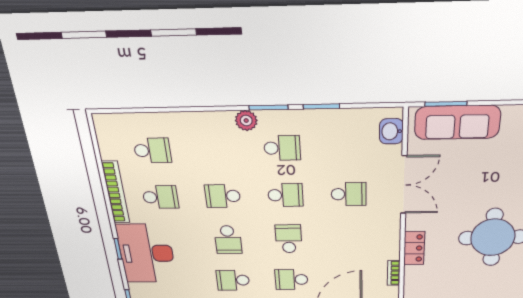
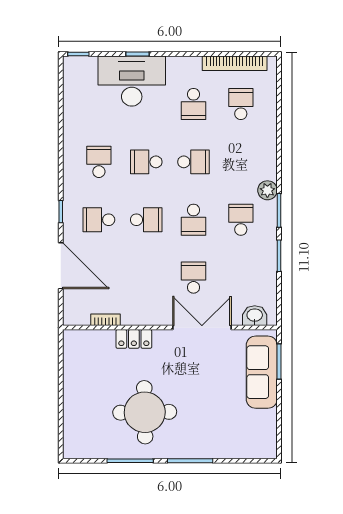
school desk: (282, 148) -> (241, 220), turned 180
school desk: (152, 150) -> (241, 104), turned 180
double door: (404, 185) -> (202, 328), swing flipped
bookcase: (116, 192) -> (235, 63), moved
school desk: (349, 194) -> (193, 278), turned 180
school desk: (223, 196) -> (193, 162), turned 90
school desk: (291, 280) -> (99, 220), turned -90

